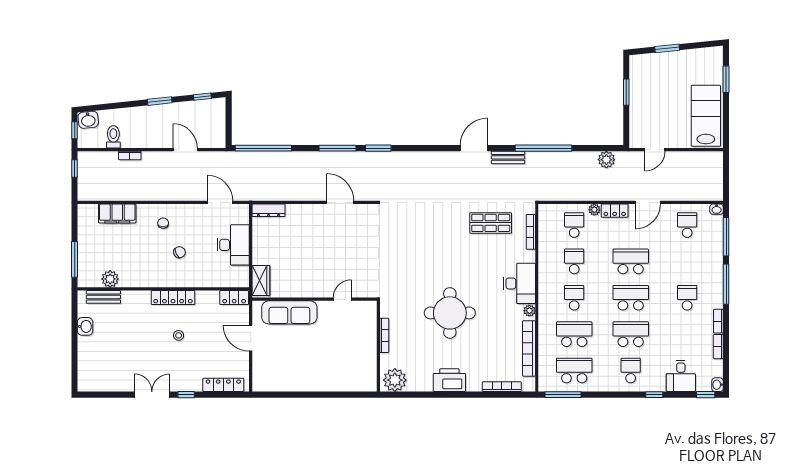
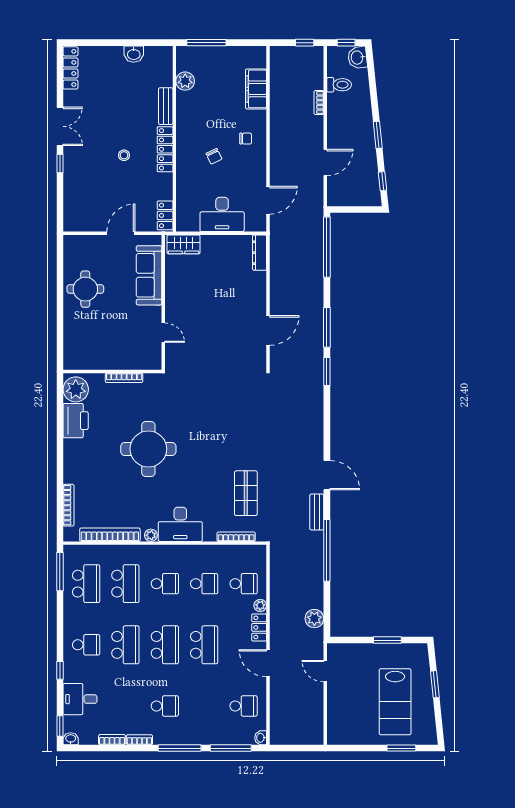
lab bench: (706, 116) -> (395, 702), moved, turned 90
bench: (103, 297) -> (166, 106), moved
round table: (302, 371) -> (85, 289), added
printer: (449, 380) -> (76, 421), moved
locker: (223, 385) -> (70, 68), moved

